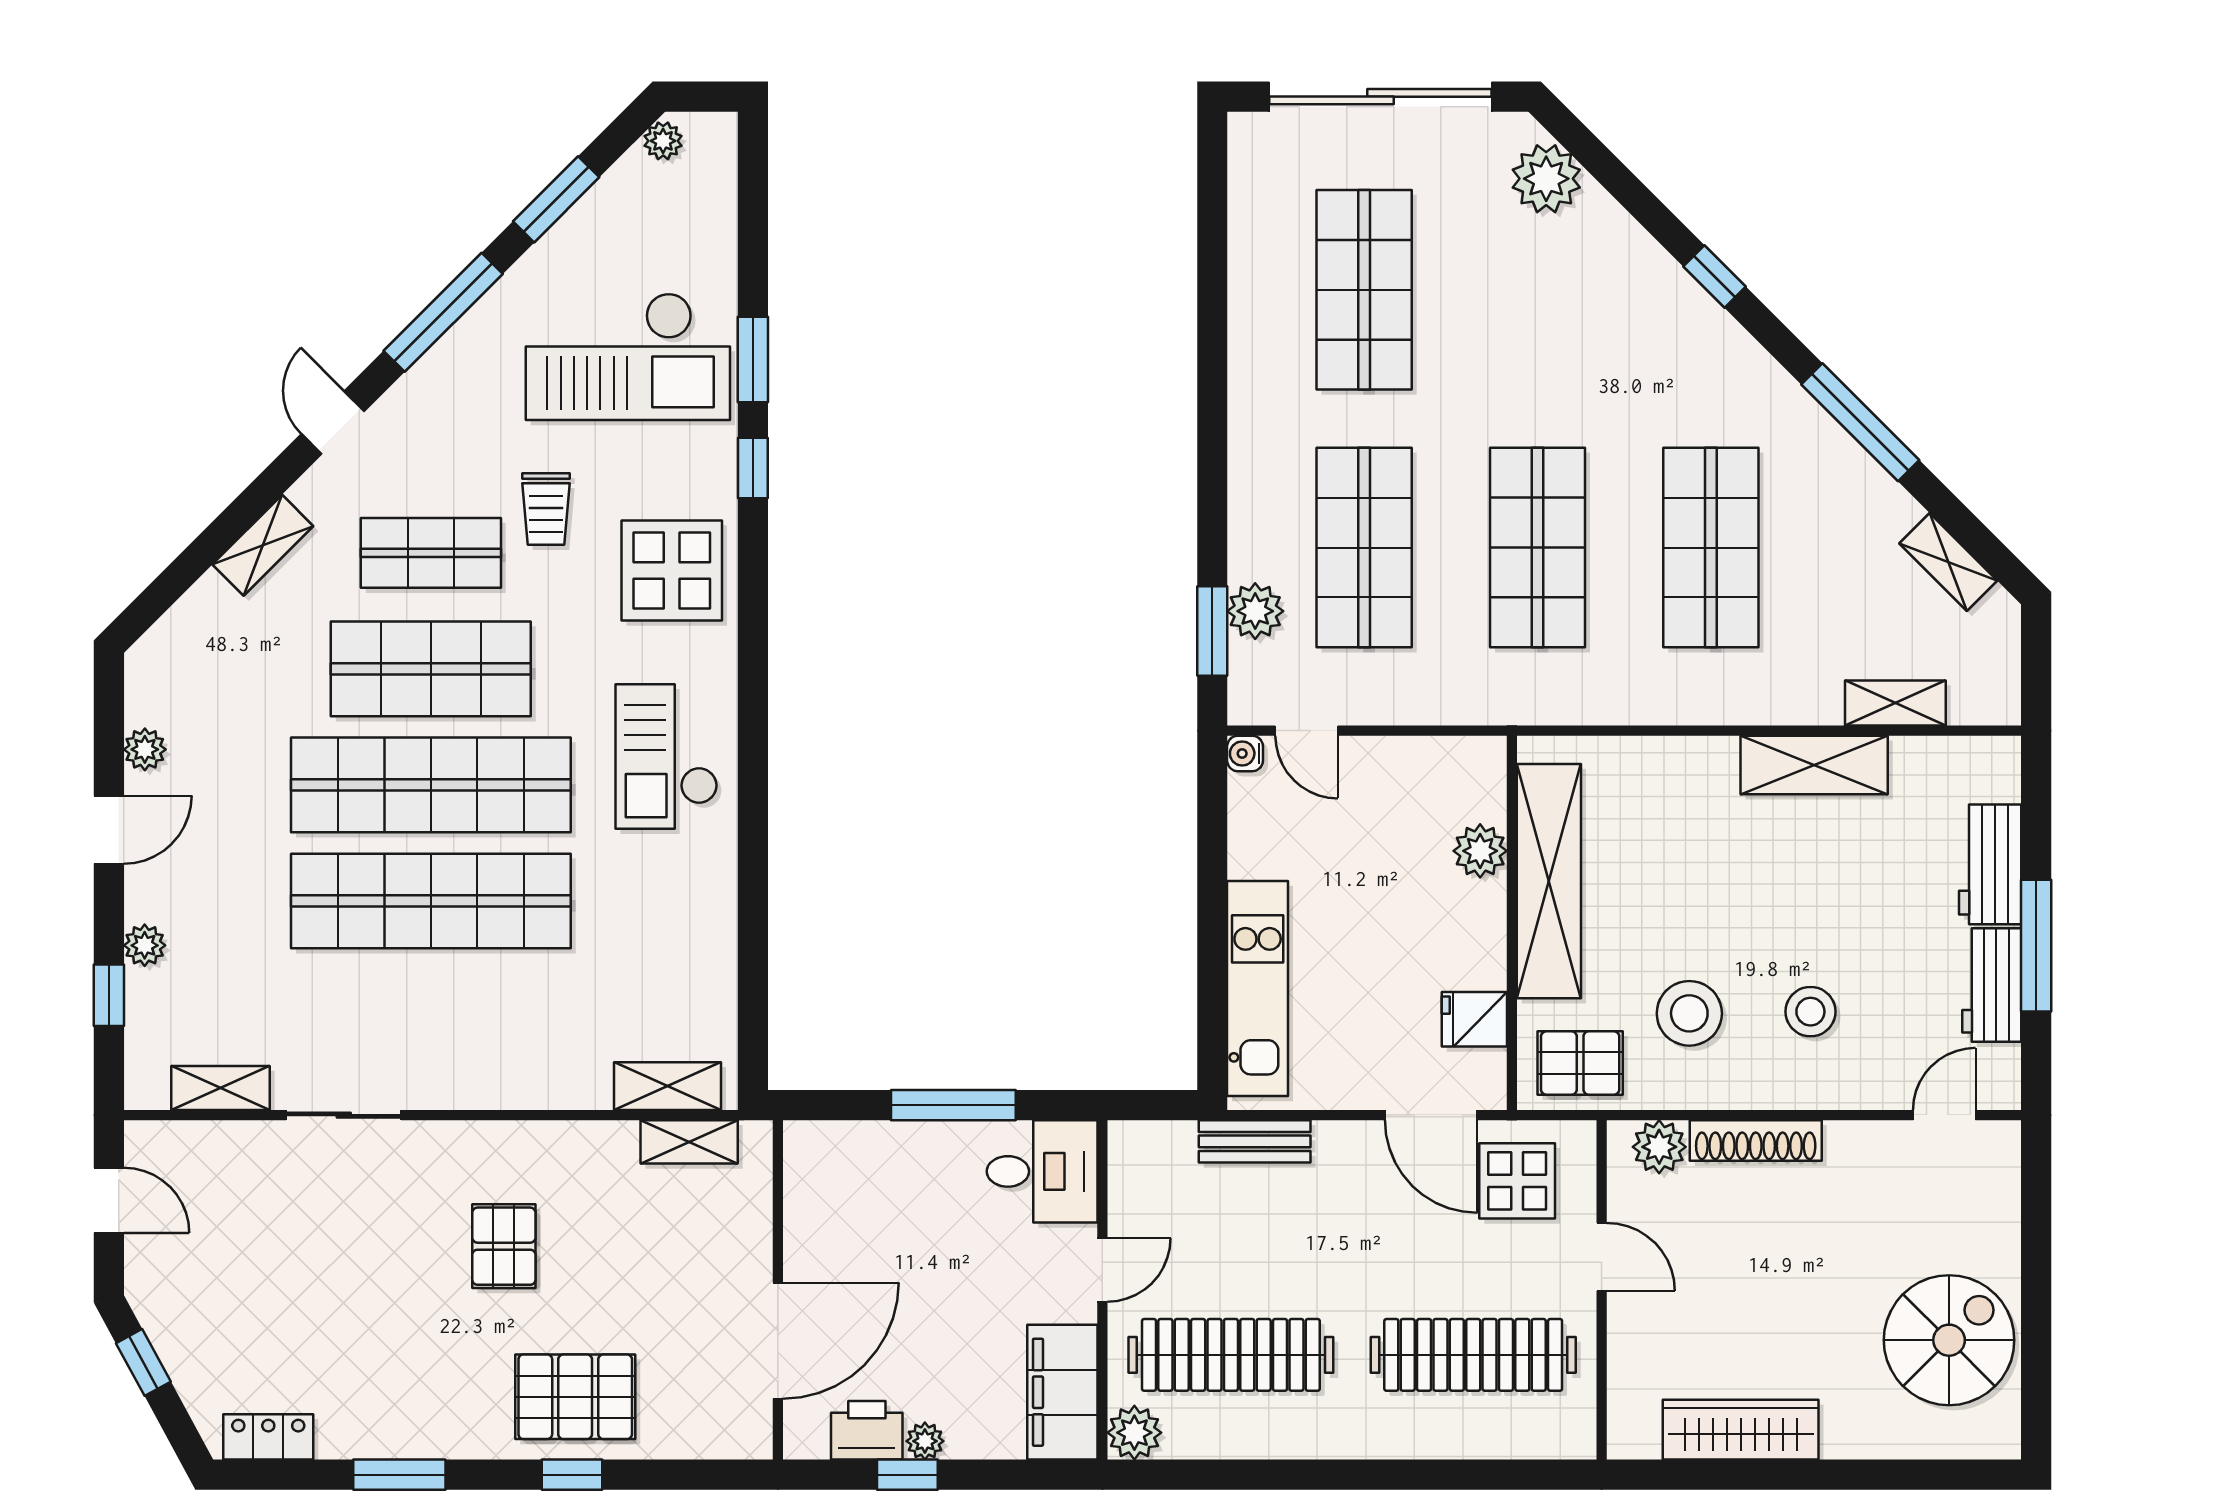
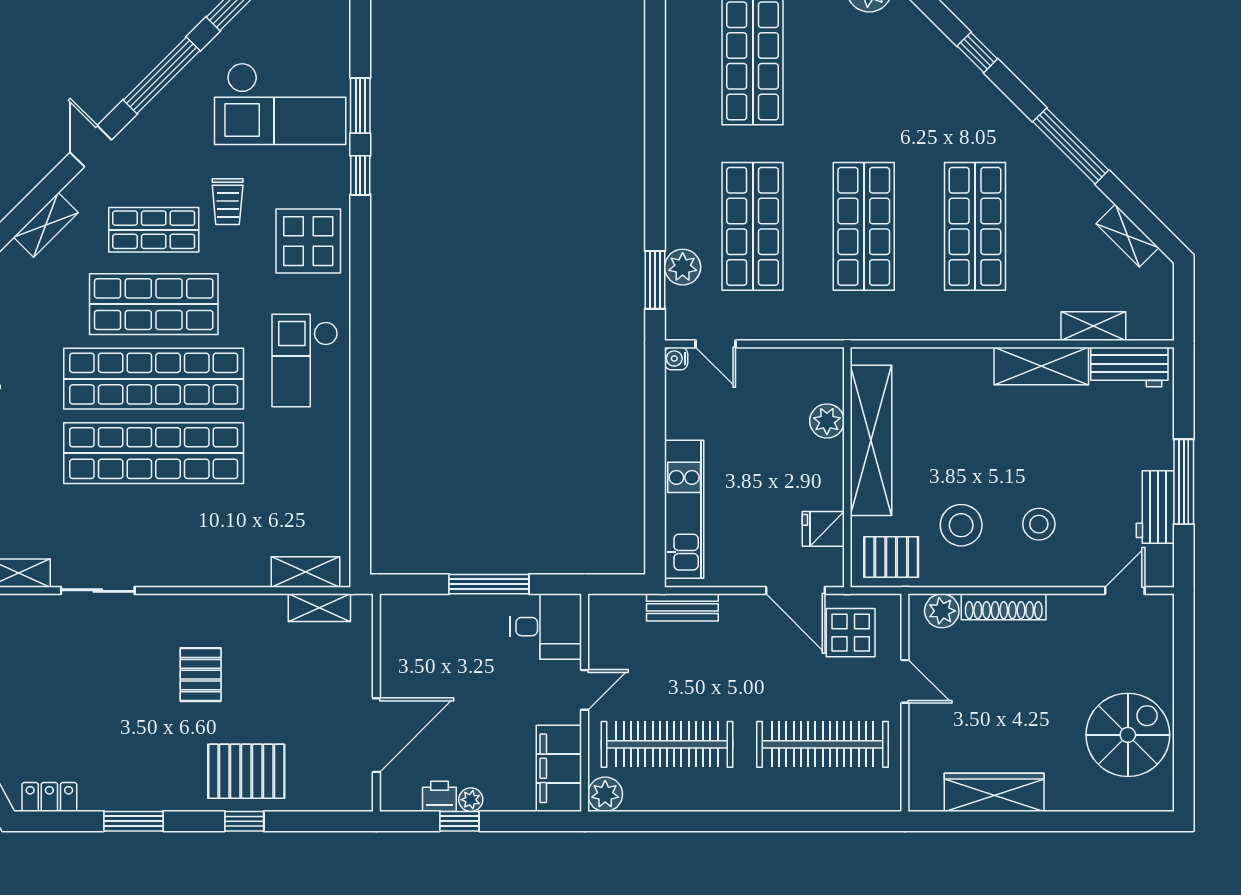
workbench: (1990, 864) -> (1129, 367), moved, turned -90
printer: (867, 1430) -> (439, 796), width x0.73, depth x0.81

